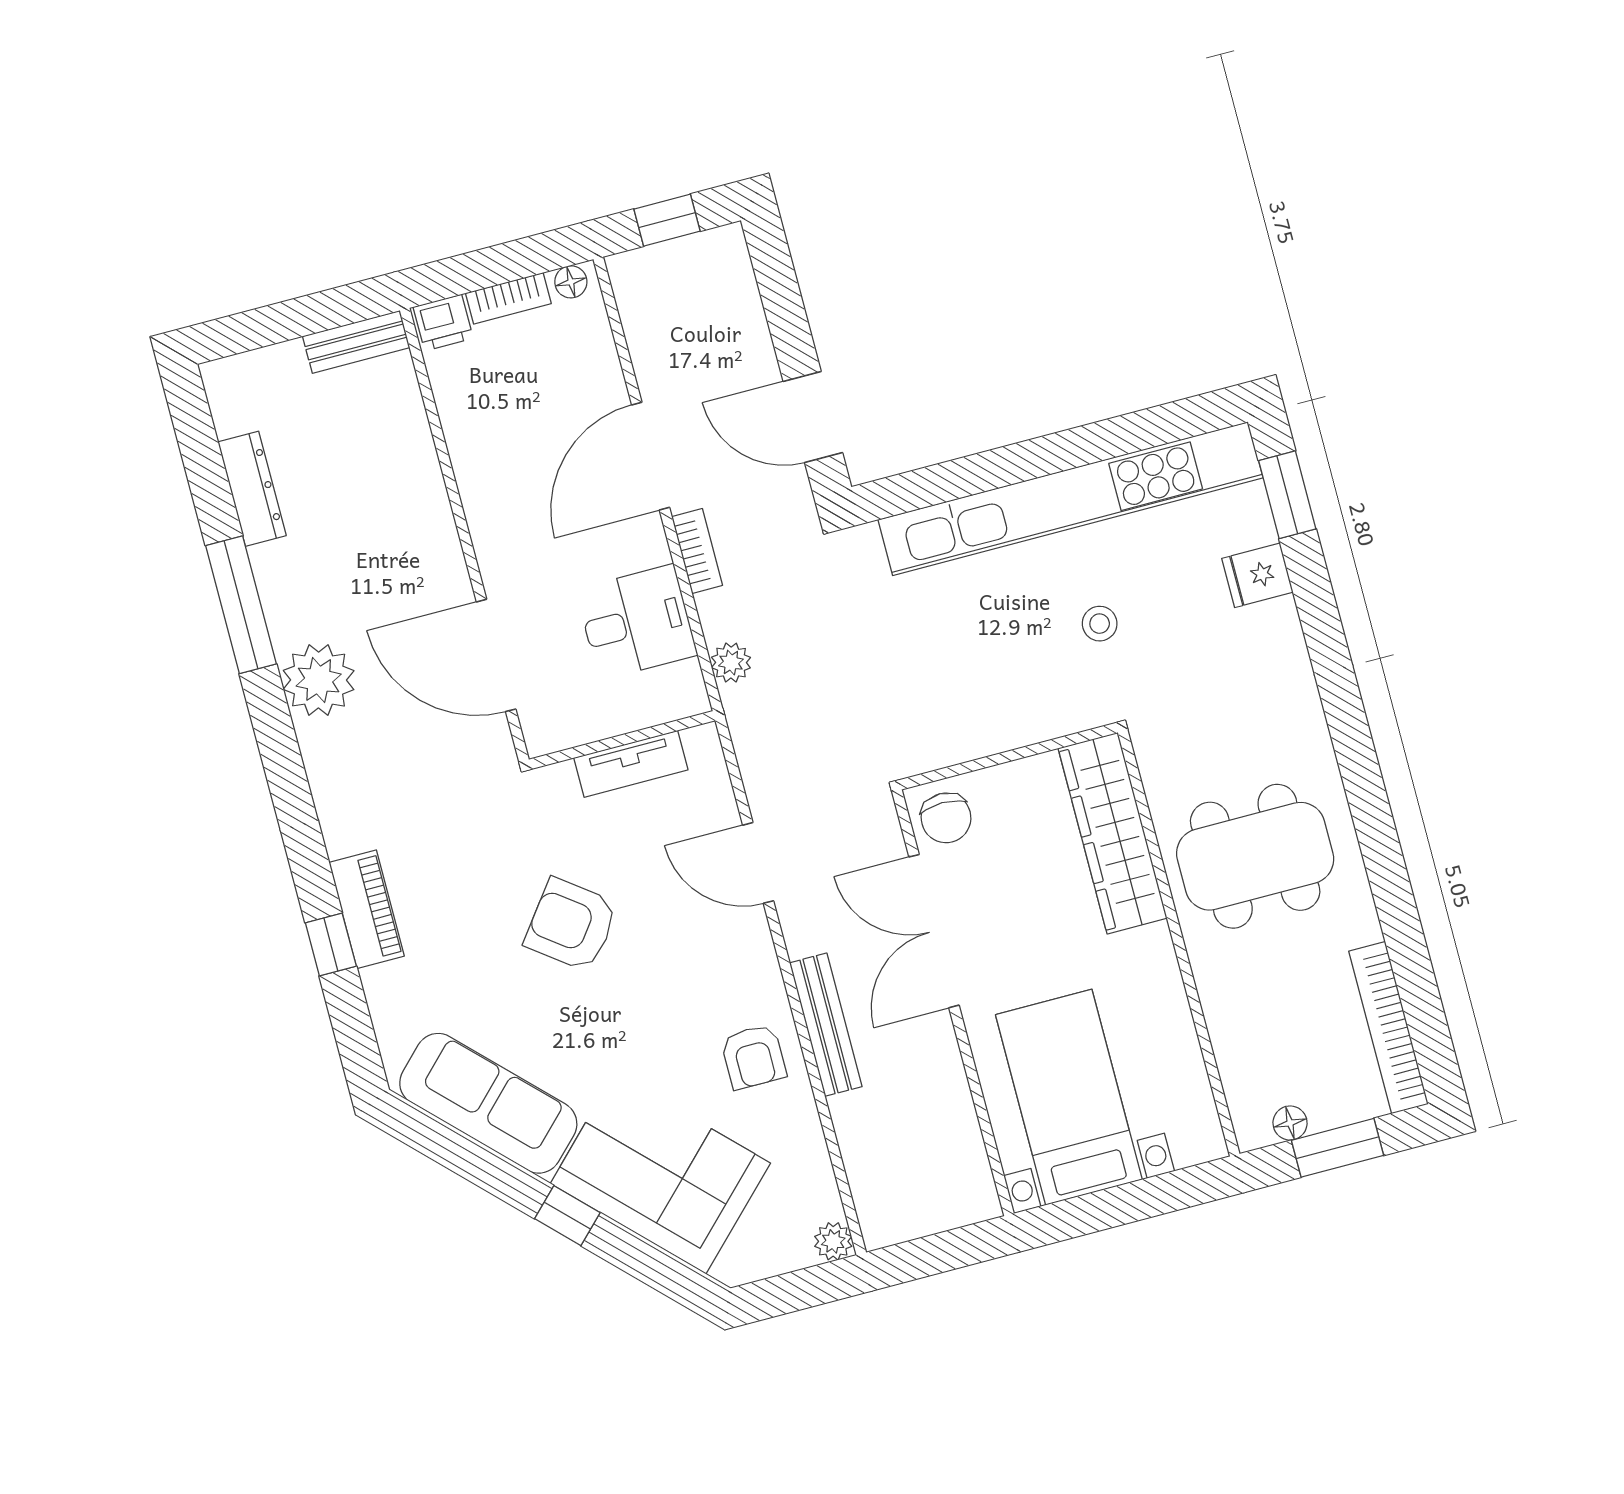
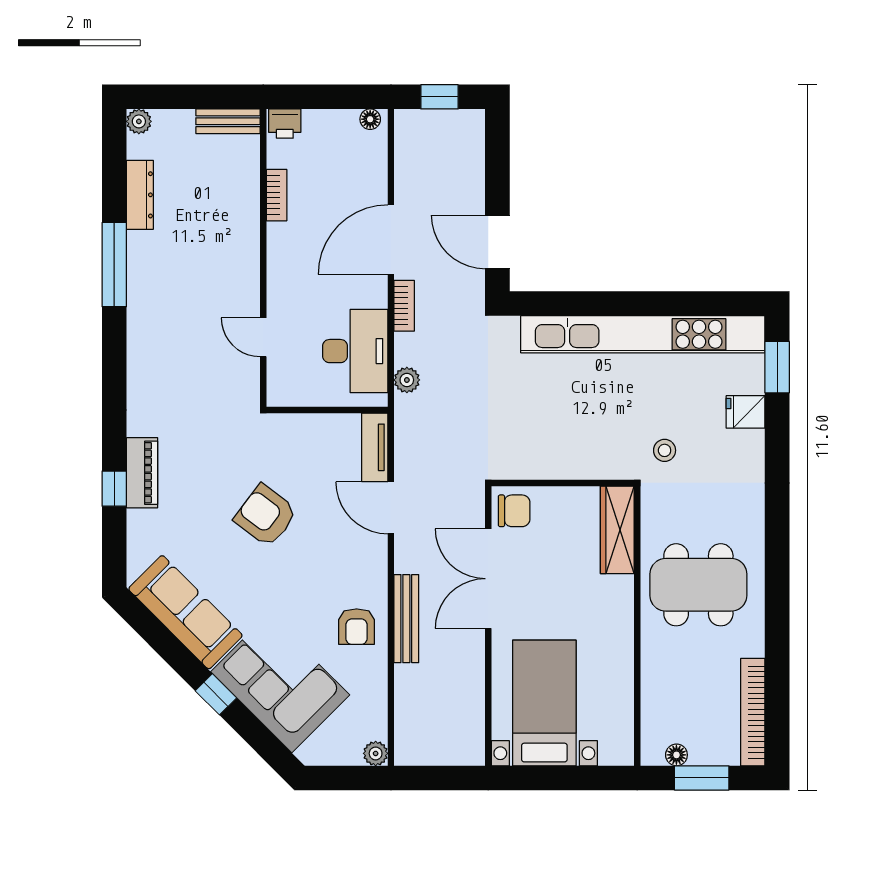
bookcase: (508, 298) -> (277, 195), moved, turned -90
desk: (637, 622) -> (355, 351), width x1.37
stool: (1100, 624) -> (665, 450), moved
door: (496, 655) -> (263, 337), width x0.53
plant: (319, 680) -> (139, 121), moved, width x0.53, depth x0.53
tv unit: (631, 764) -> (375, 447), moved, turned 90
chair: (946, 818) -> (514, 511), turned -90
wardrobe: (1113, 833) -> (617, 530), width x0.71, depth x0.85

